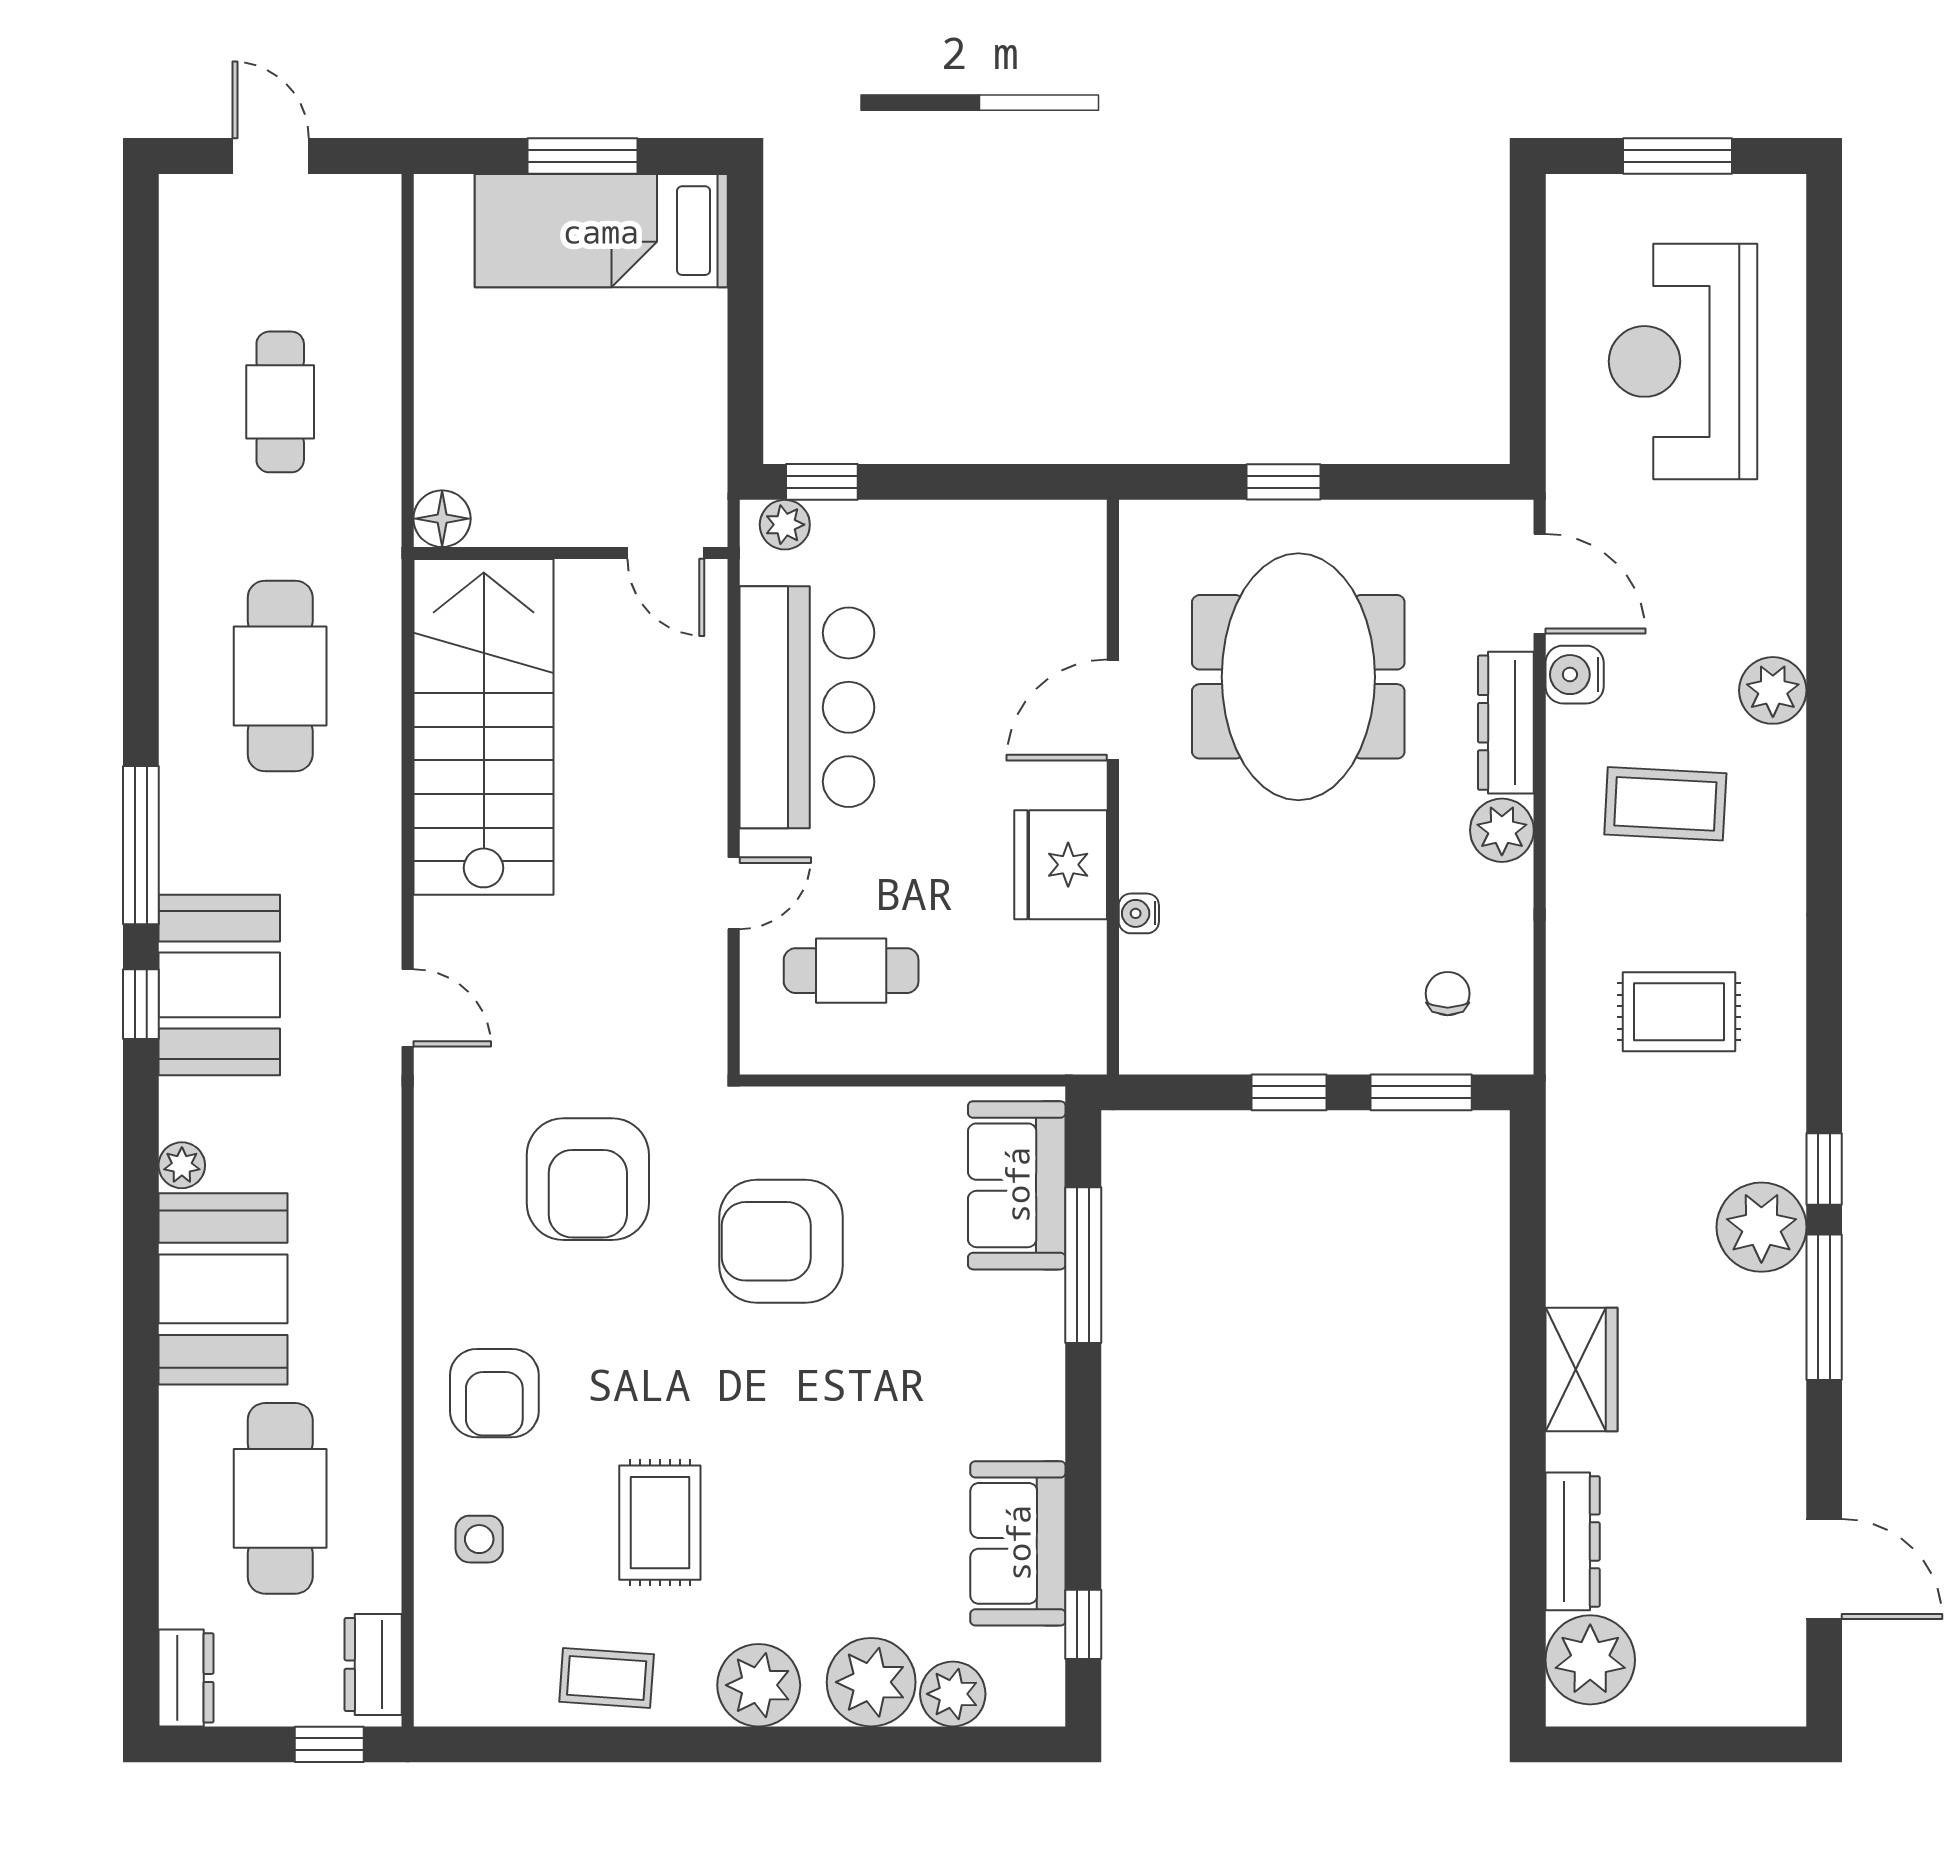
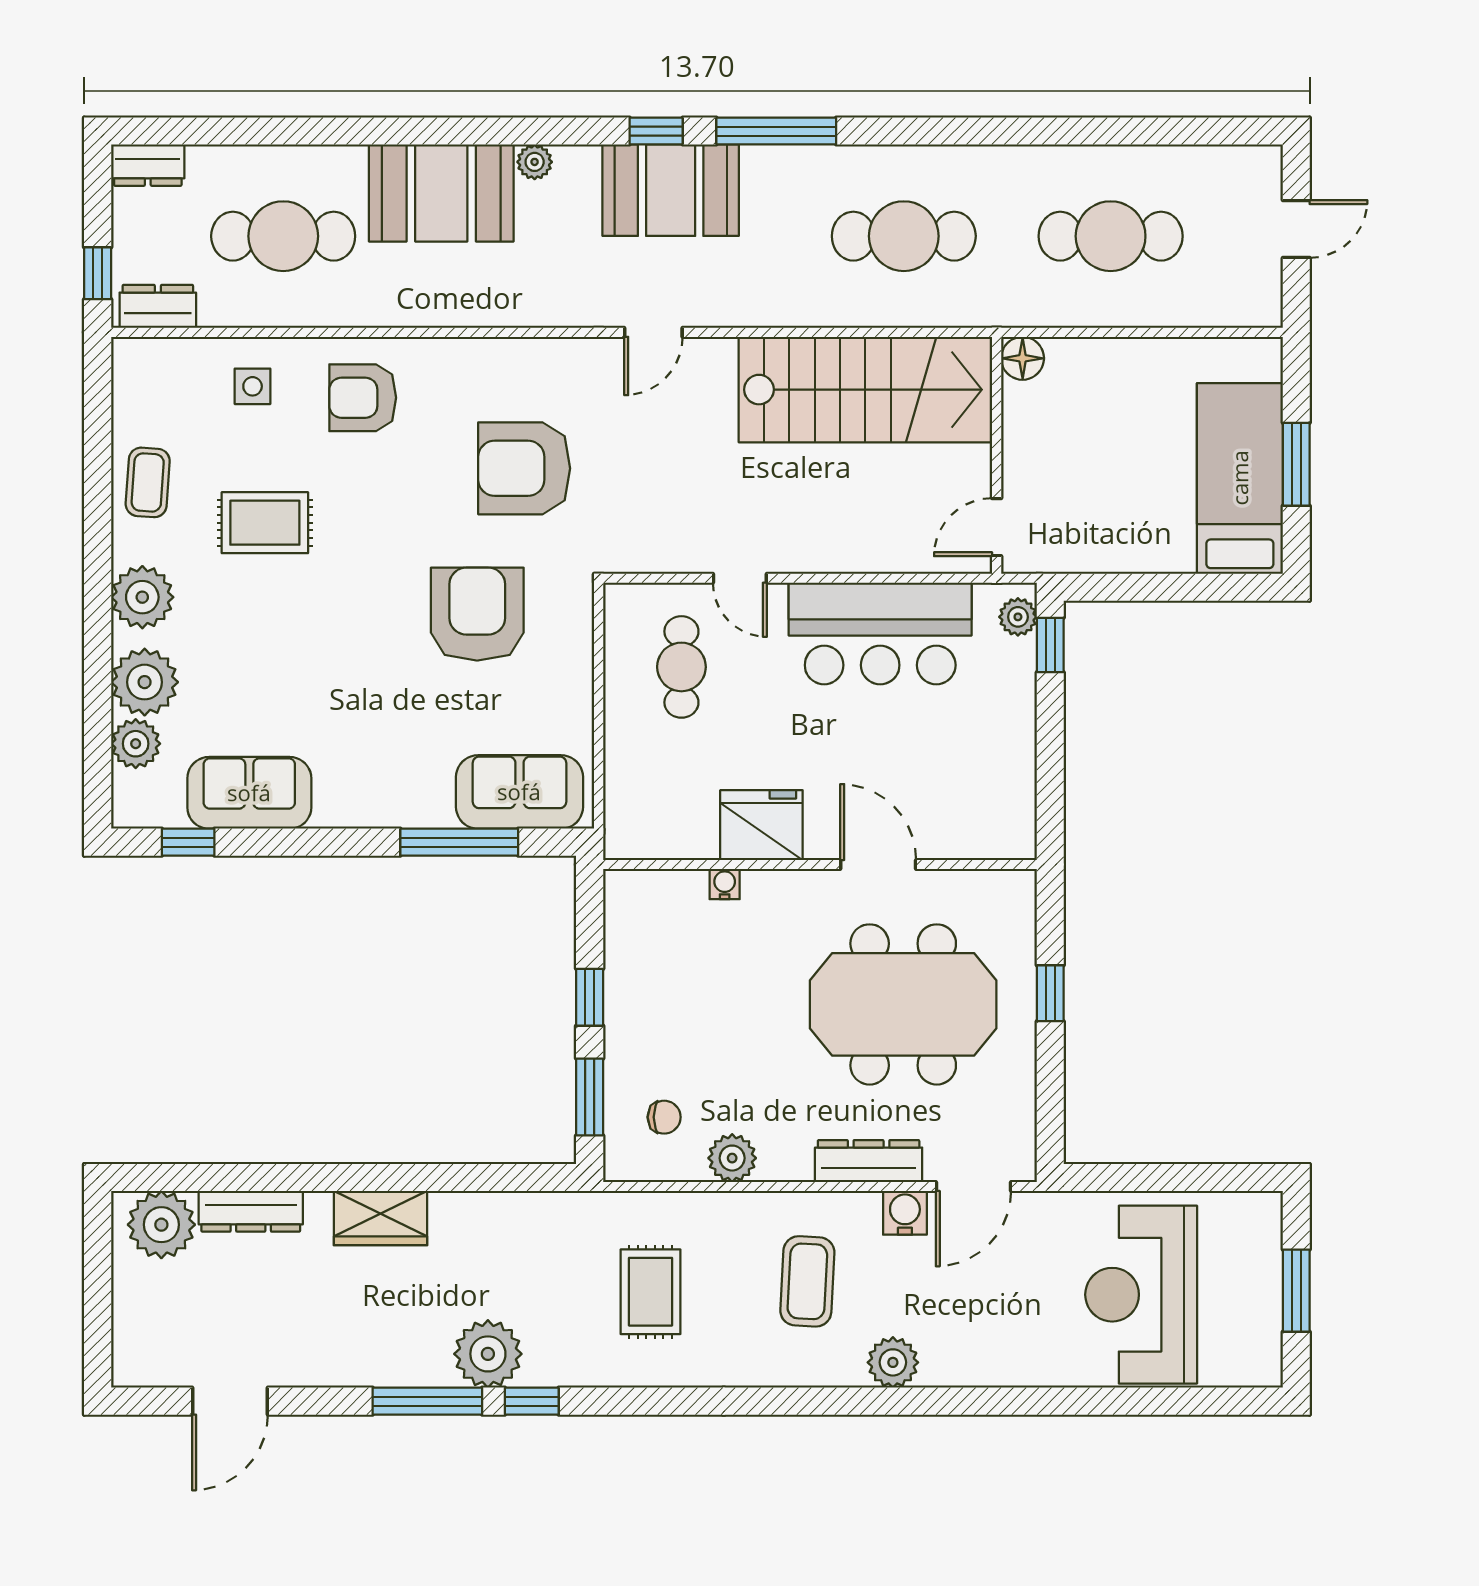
reception desk: (1683, 361) -> (1141, 1295), turned -90
cafe table: (280, 402) -> (1111, 236), width x1.37, depth x1.35
plant: (1502, 830) -> (732, 1158), moved

